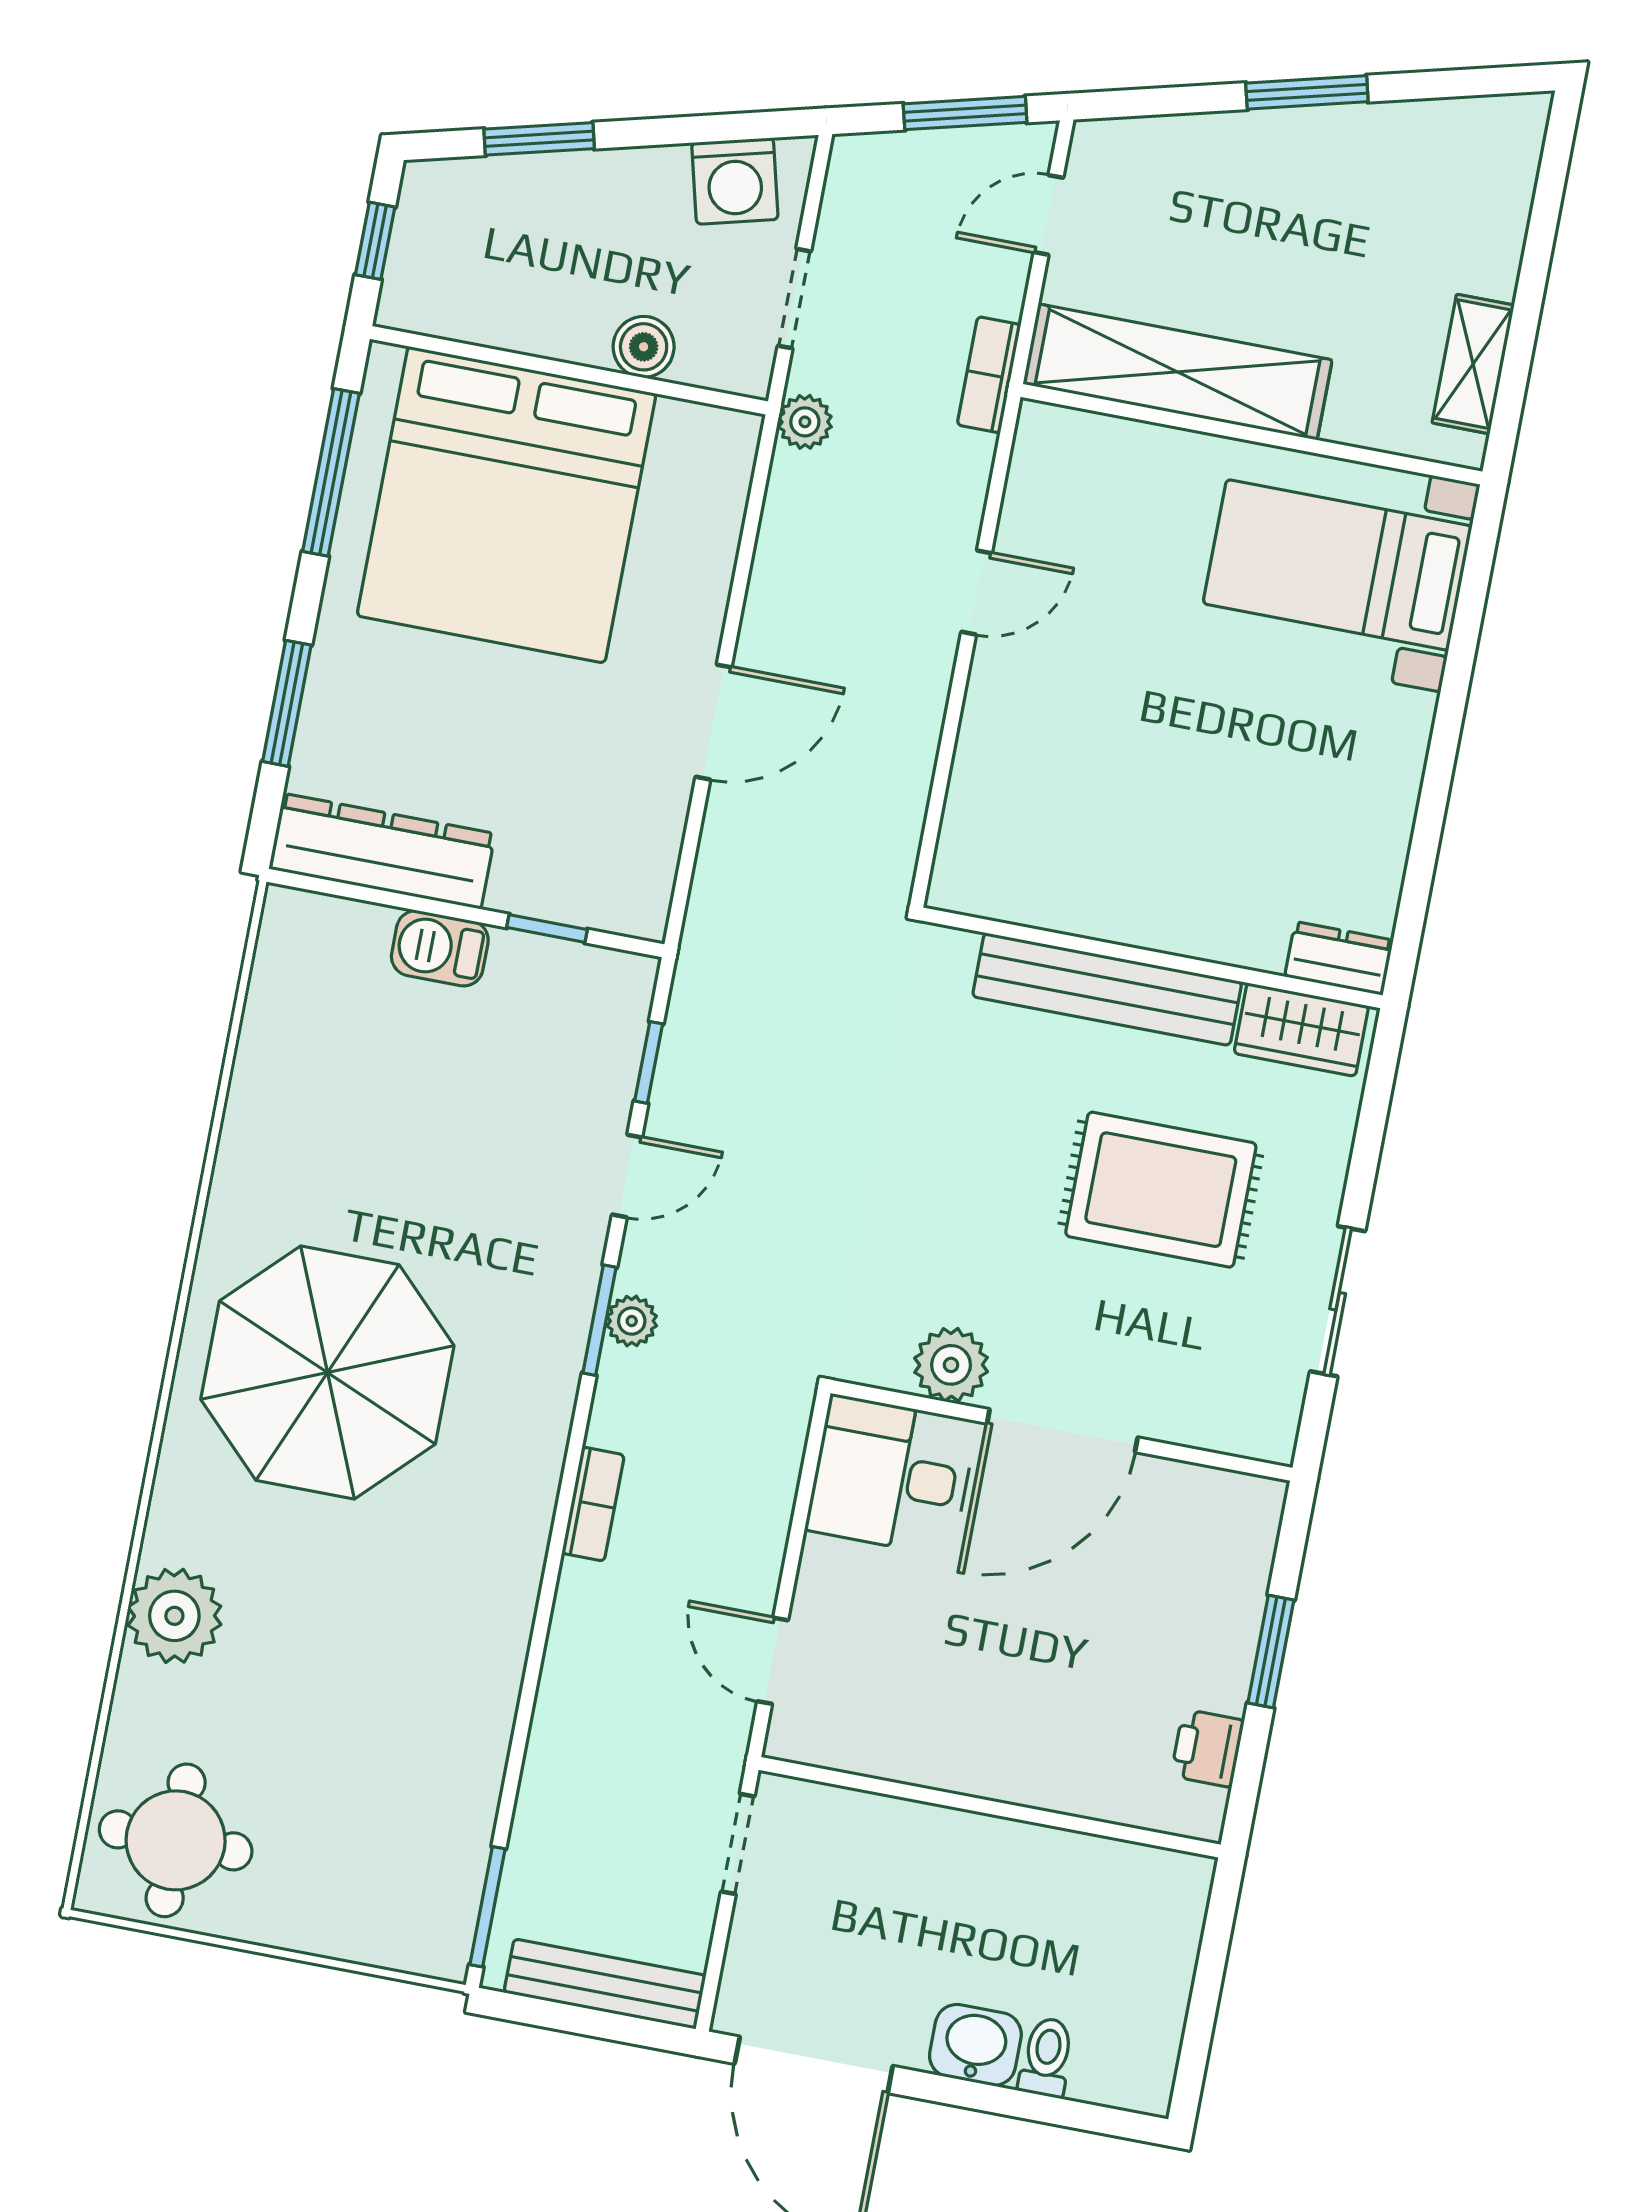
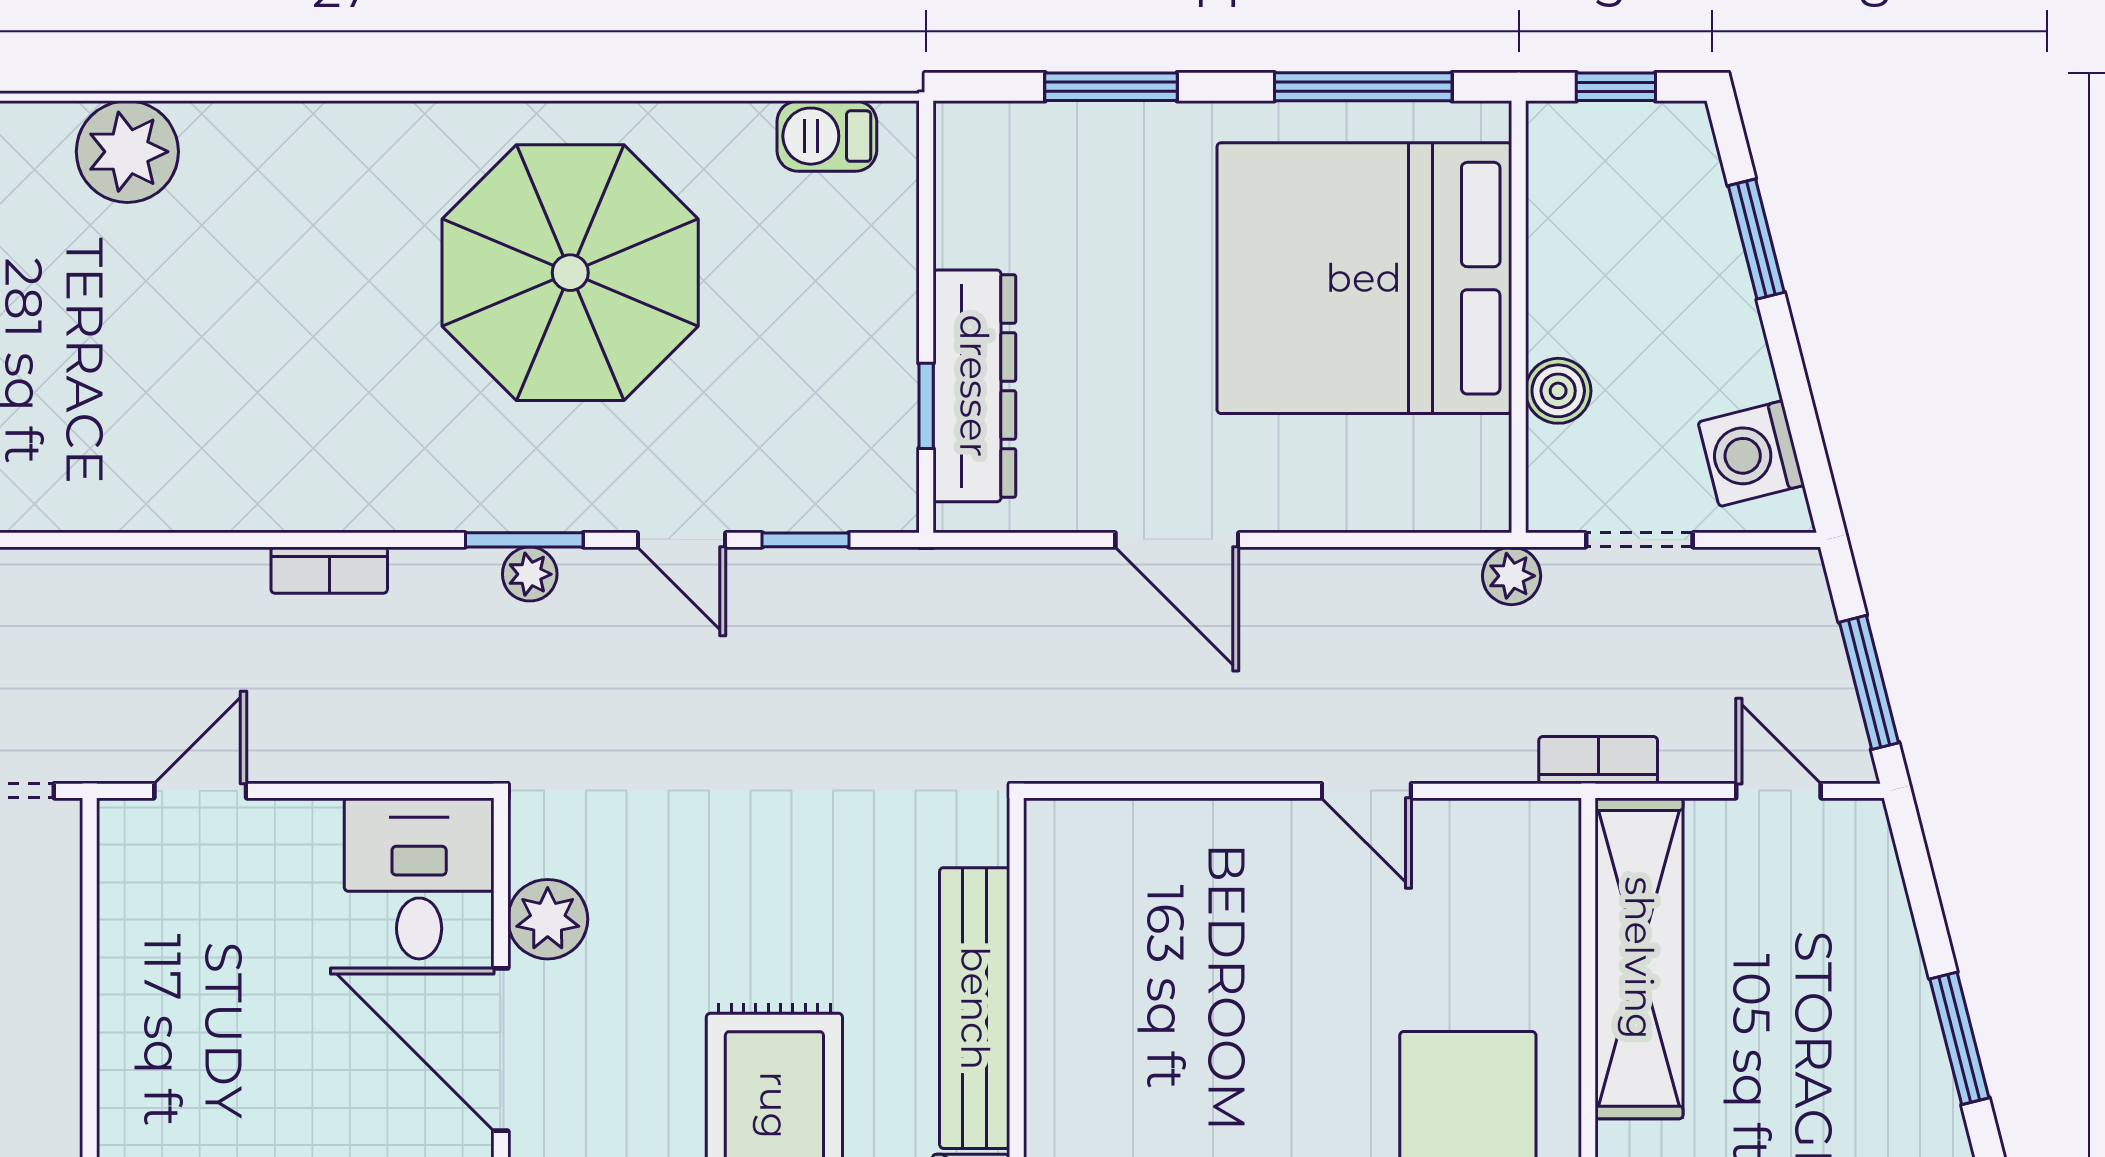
dresser: (382, 851) -> (974, 386), moved
barbecue: (440, 948) -> (827, 136), moved, turned -90
parasol: (327, 1373) -> (570, 273), moved

